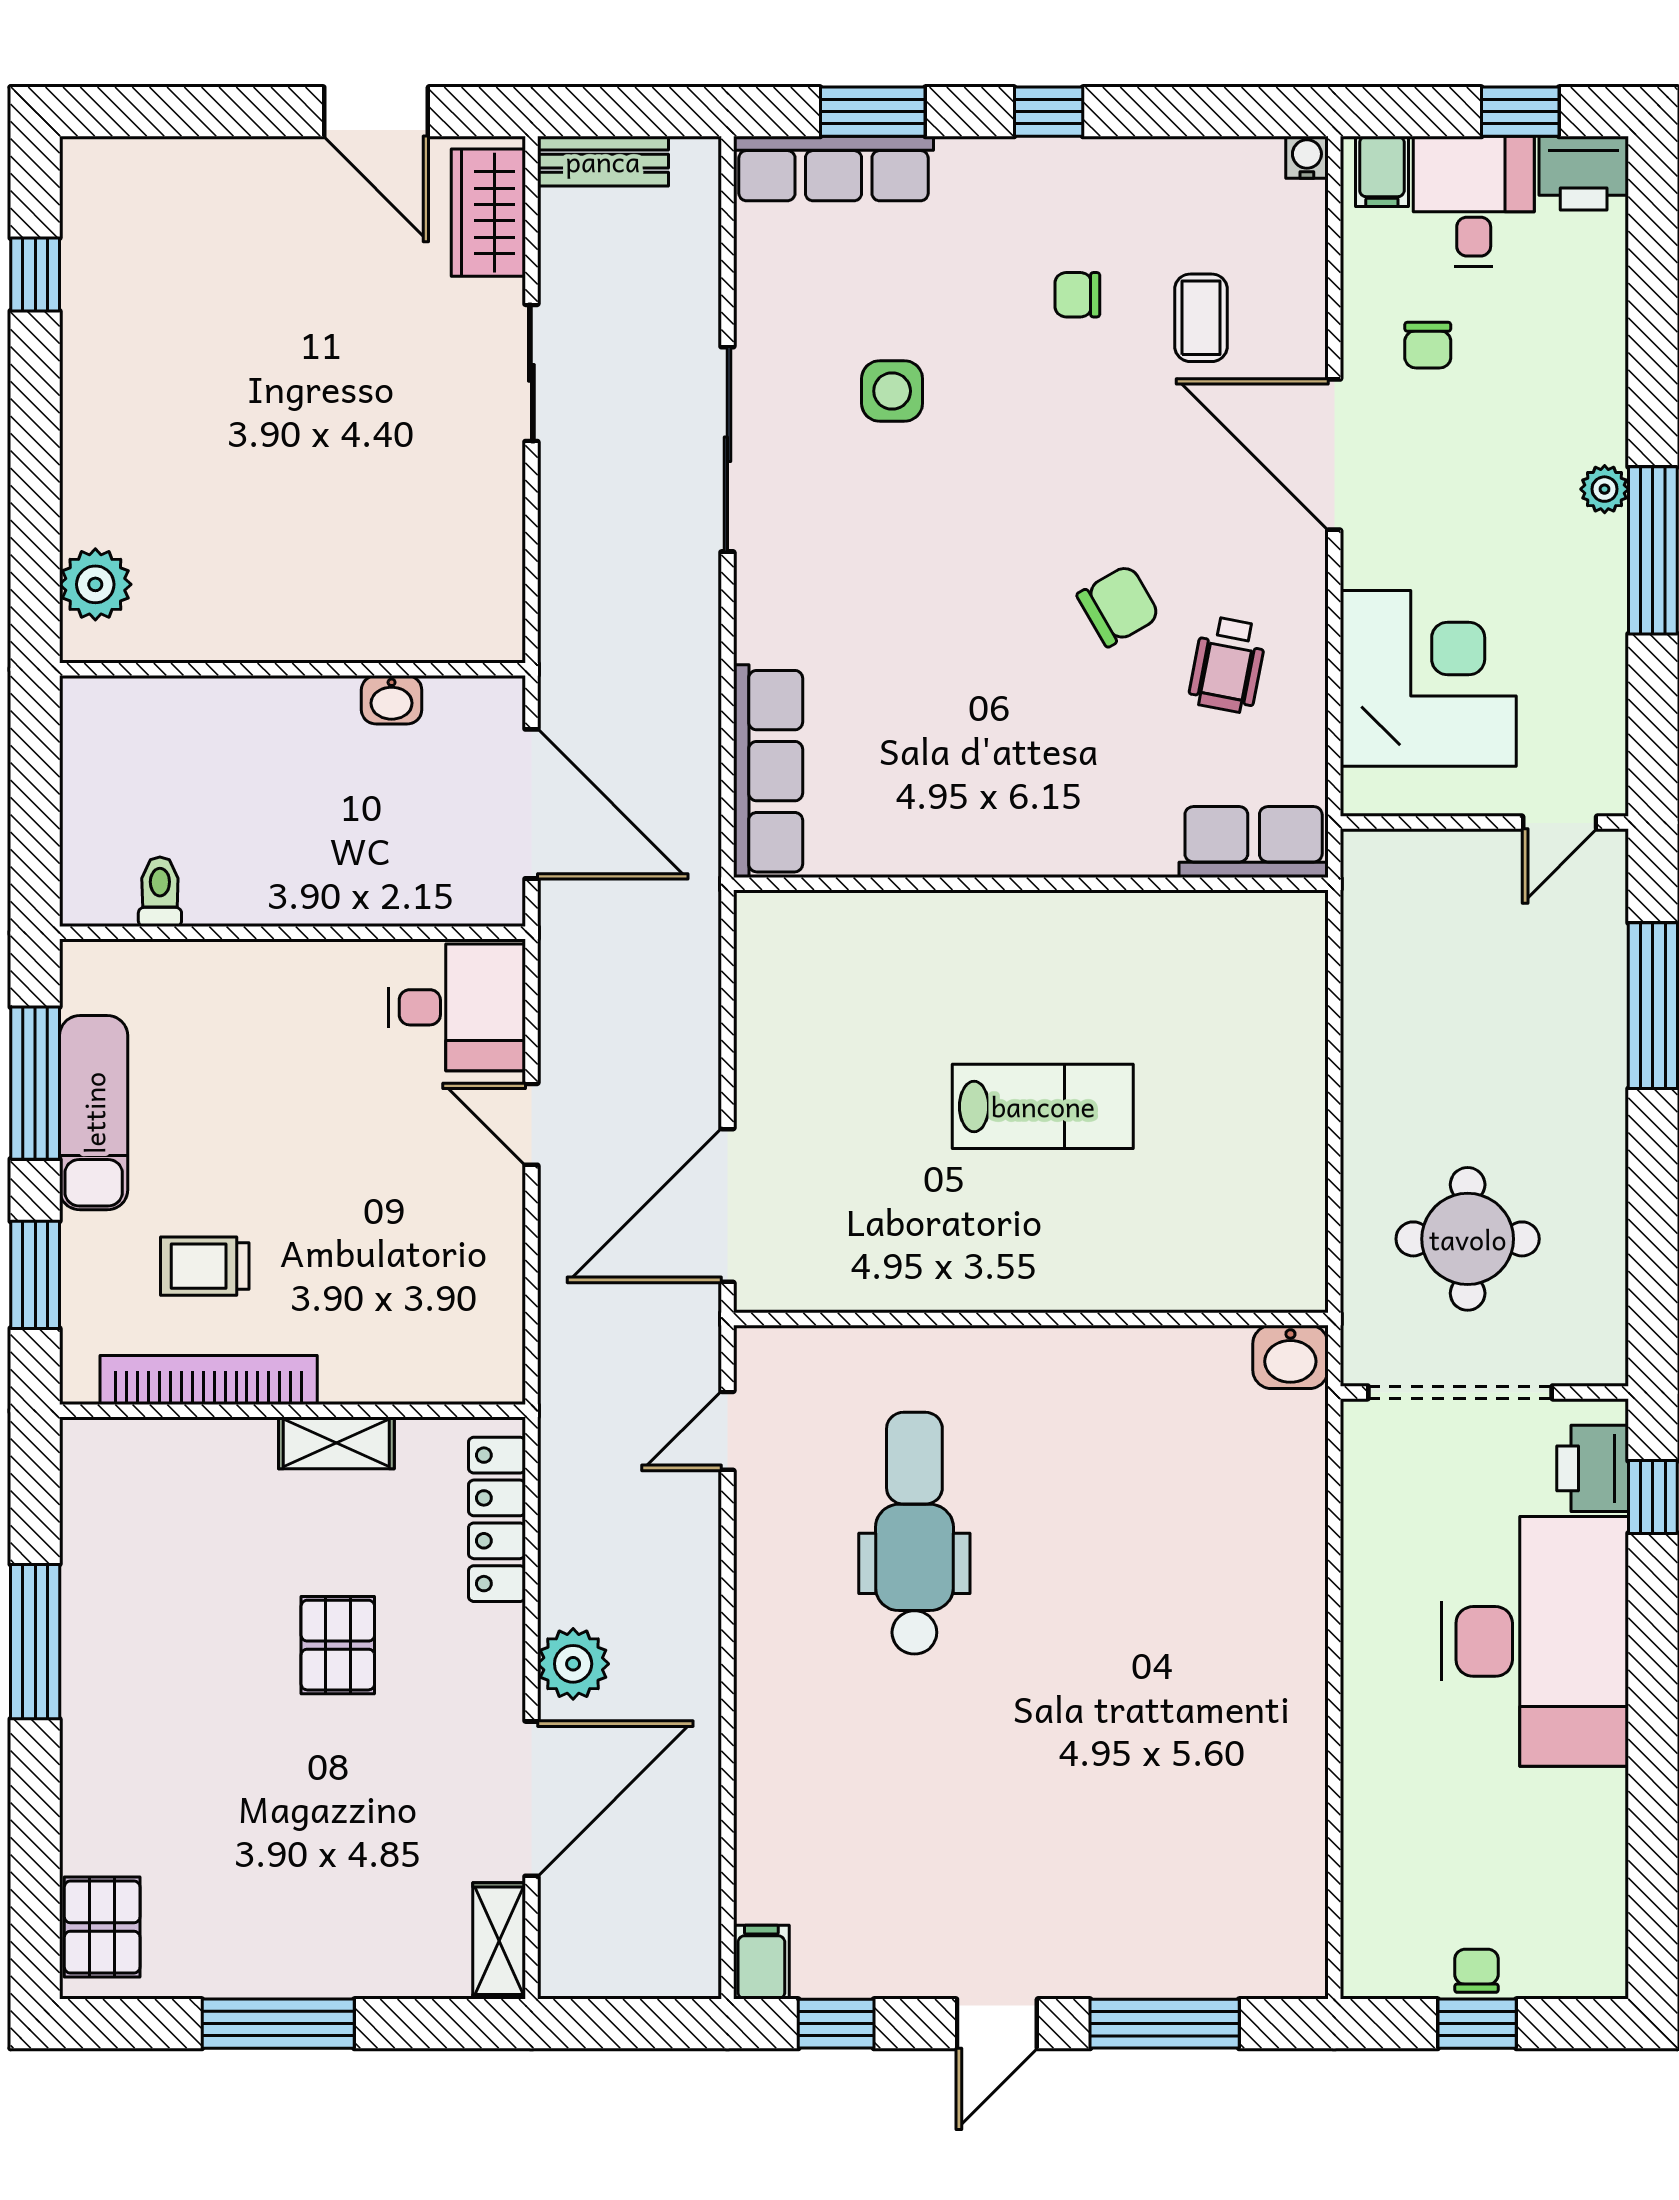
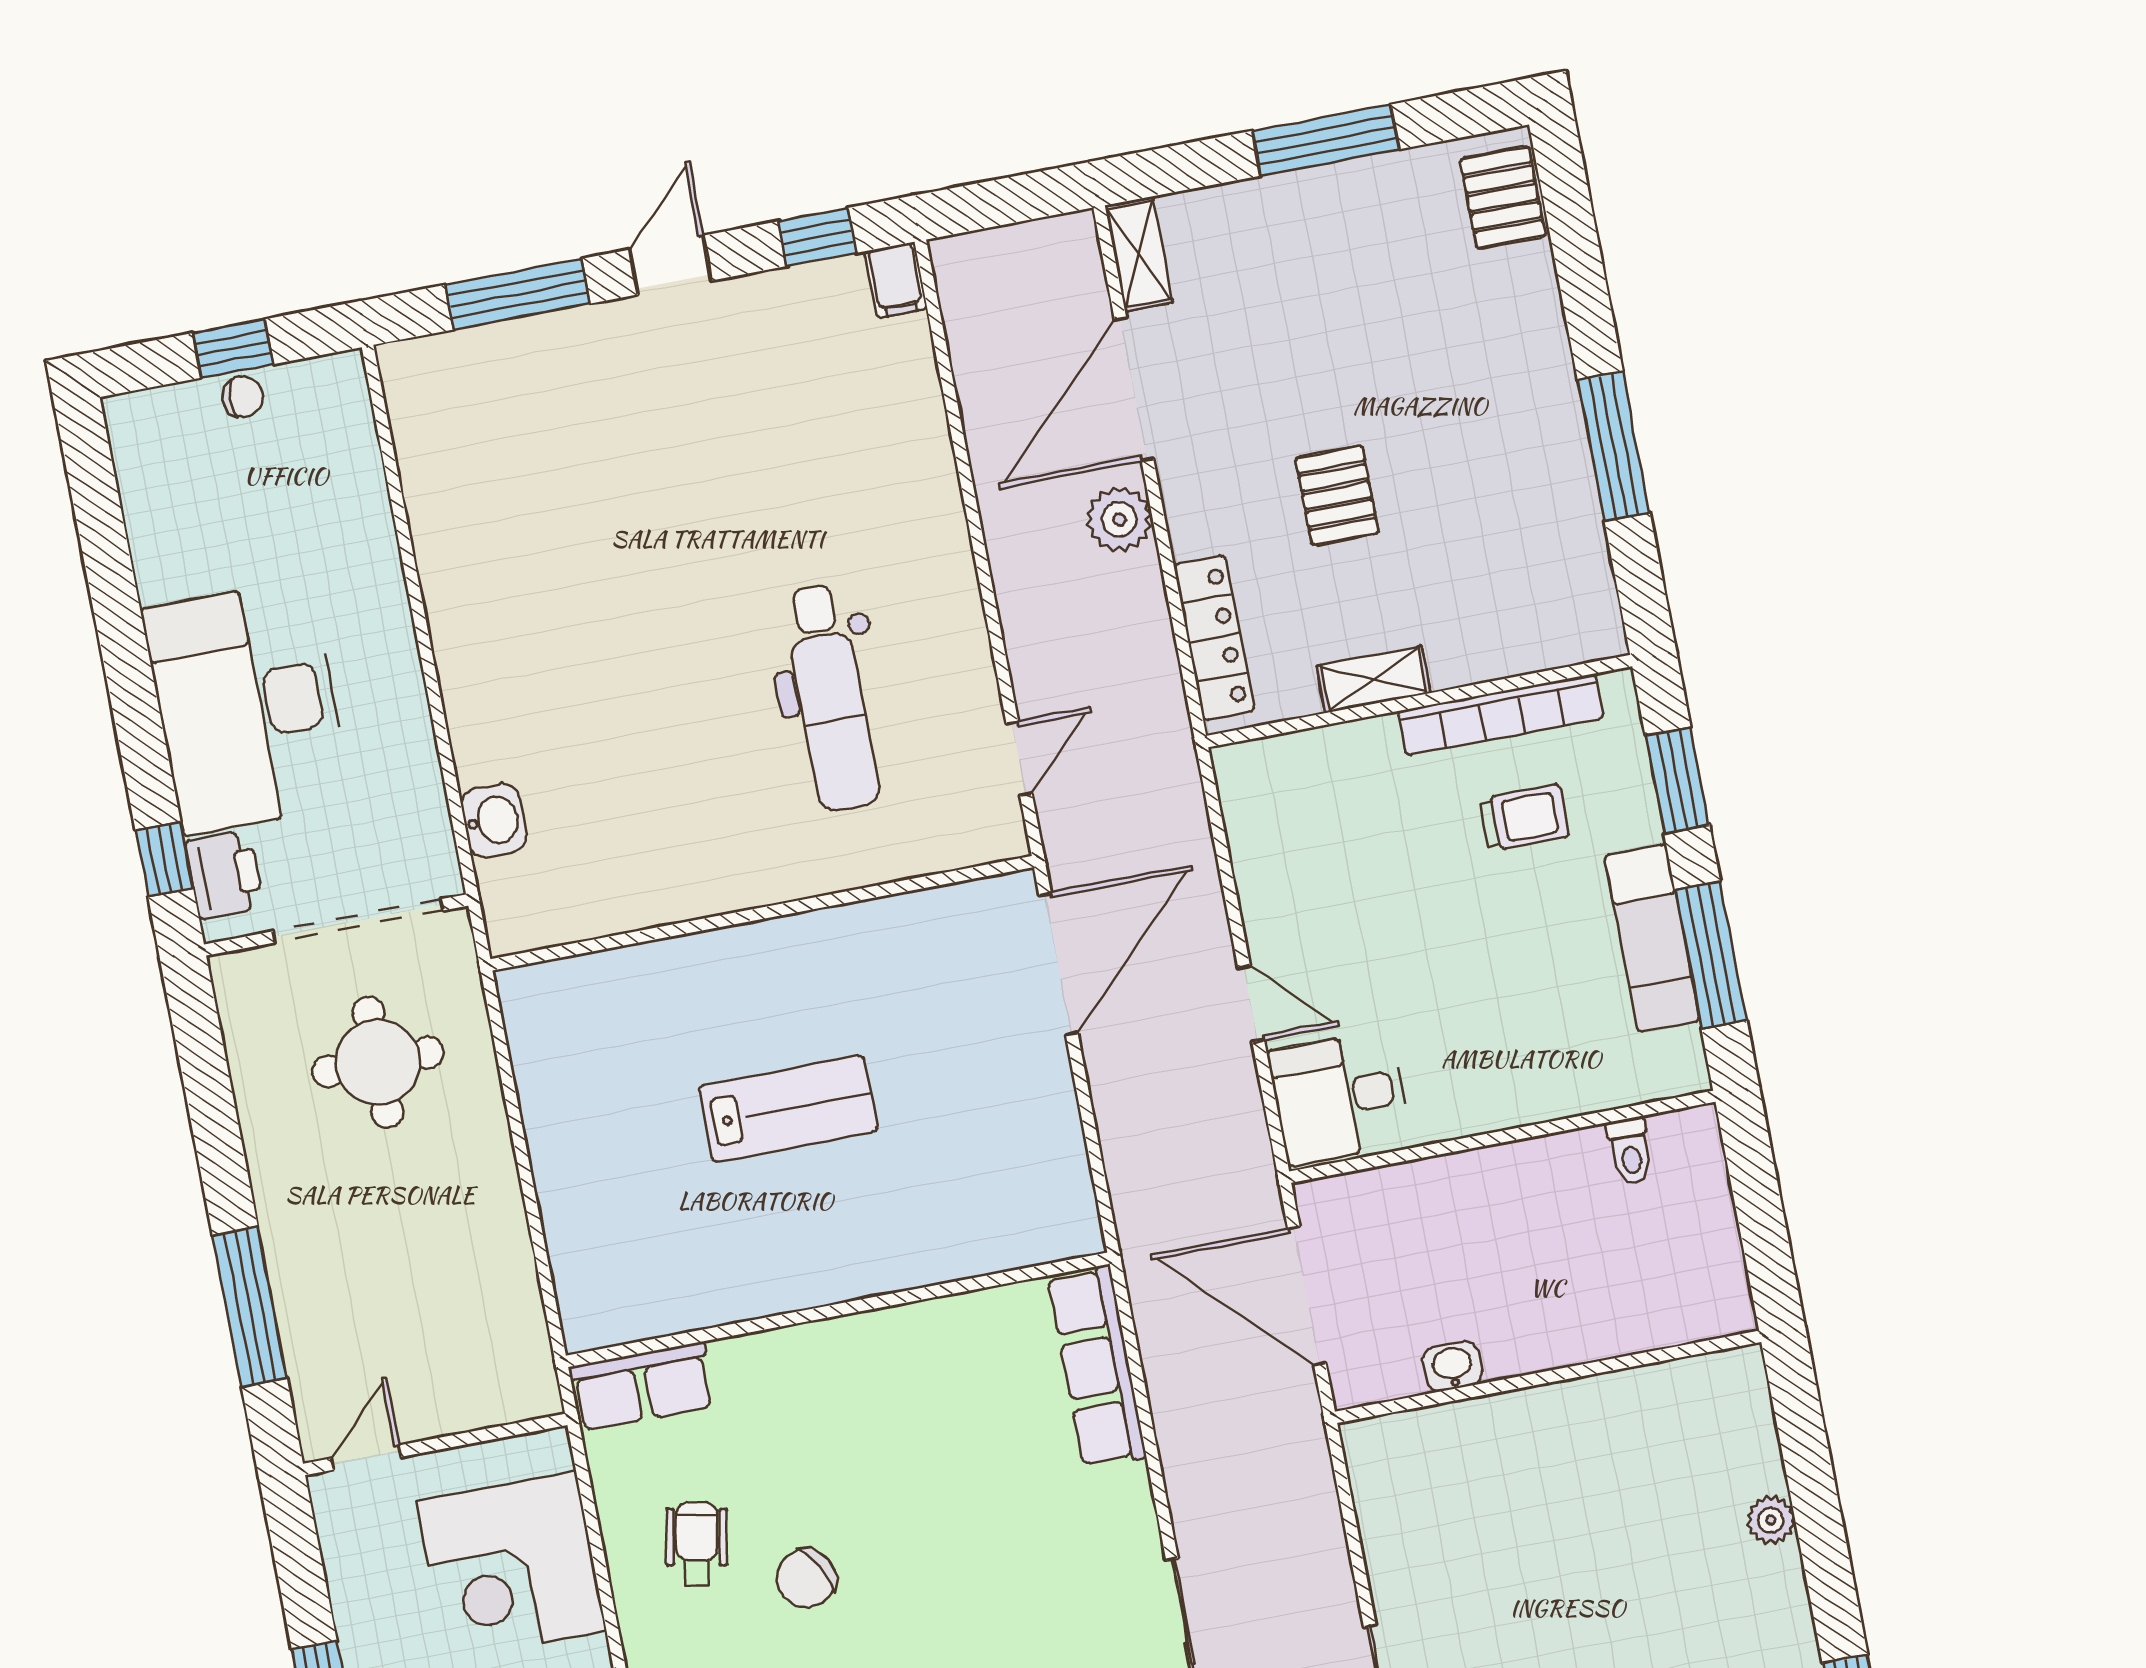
plant: (95, 584) -> (1771, 1520), moved, width x0.73, depth x0.73
lab bench: (1043, 1106) -> (788, 1109), turned 180
washbasin: (1290, 1357) -> (494, 821), moved, turned 90
chair: (1477, 1971) -> (243, 397), turned -90

